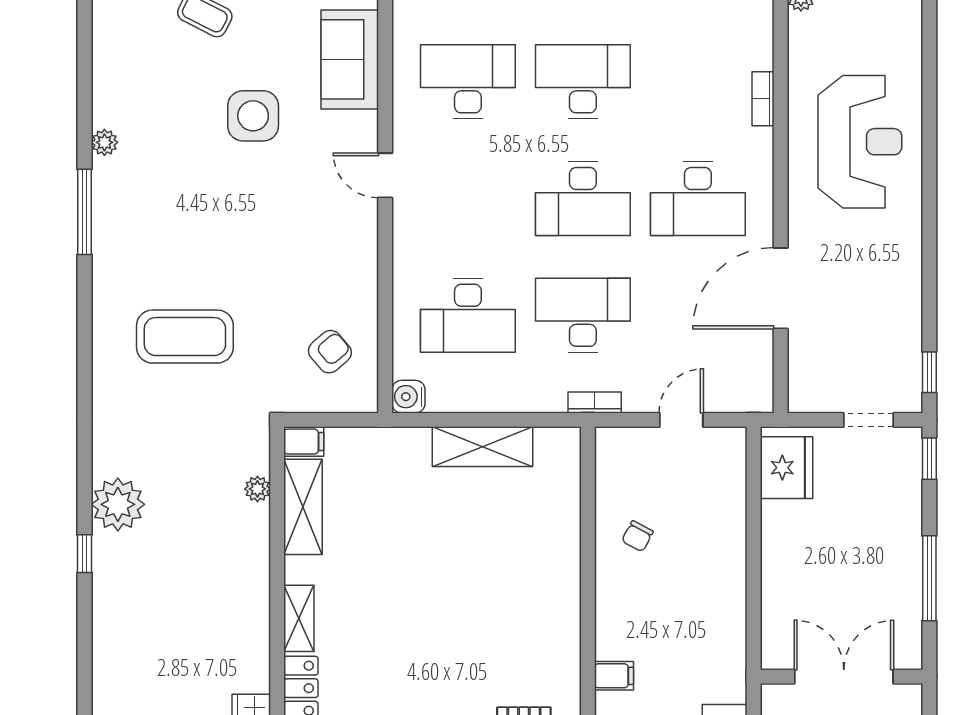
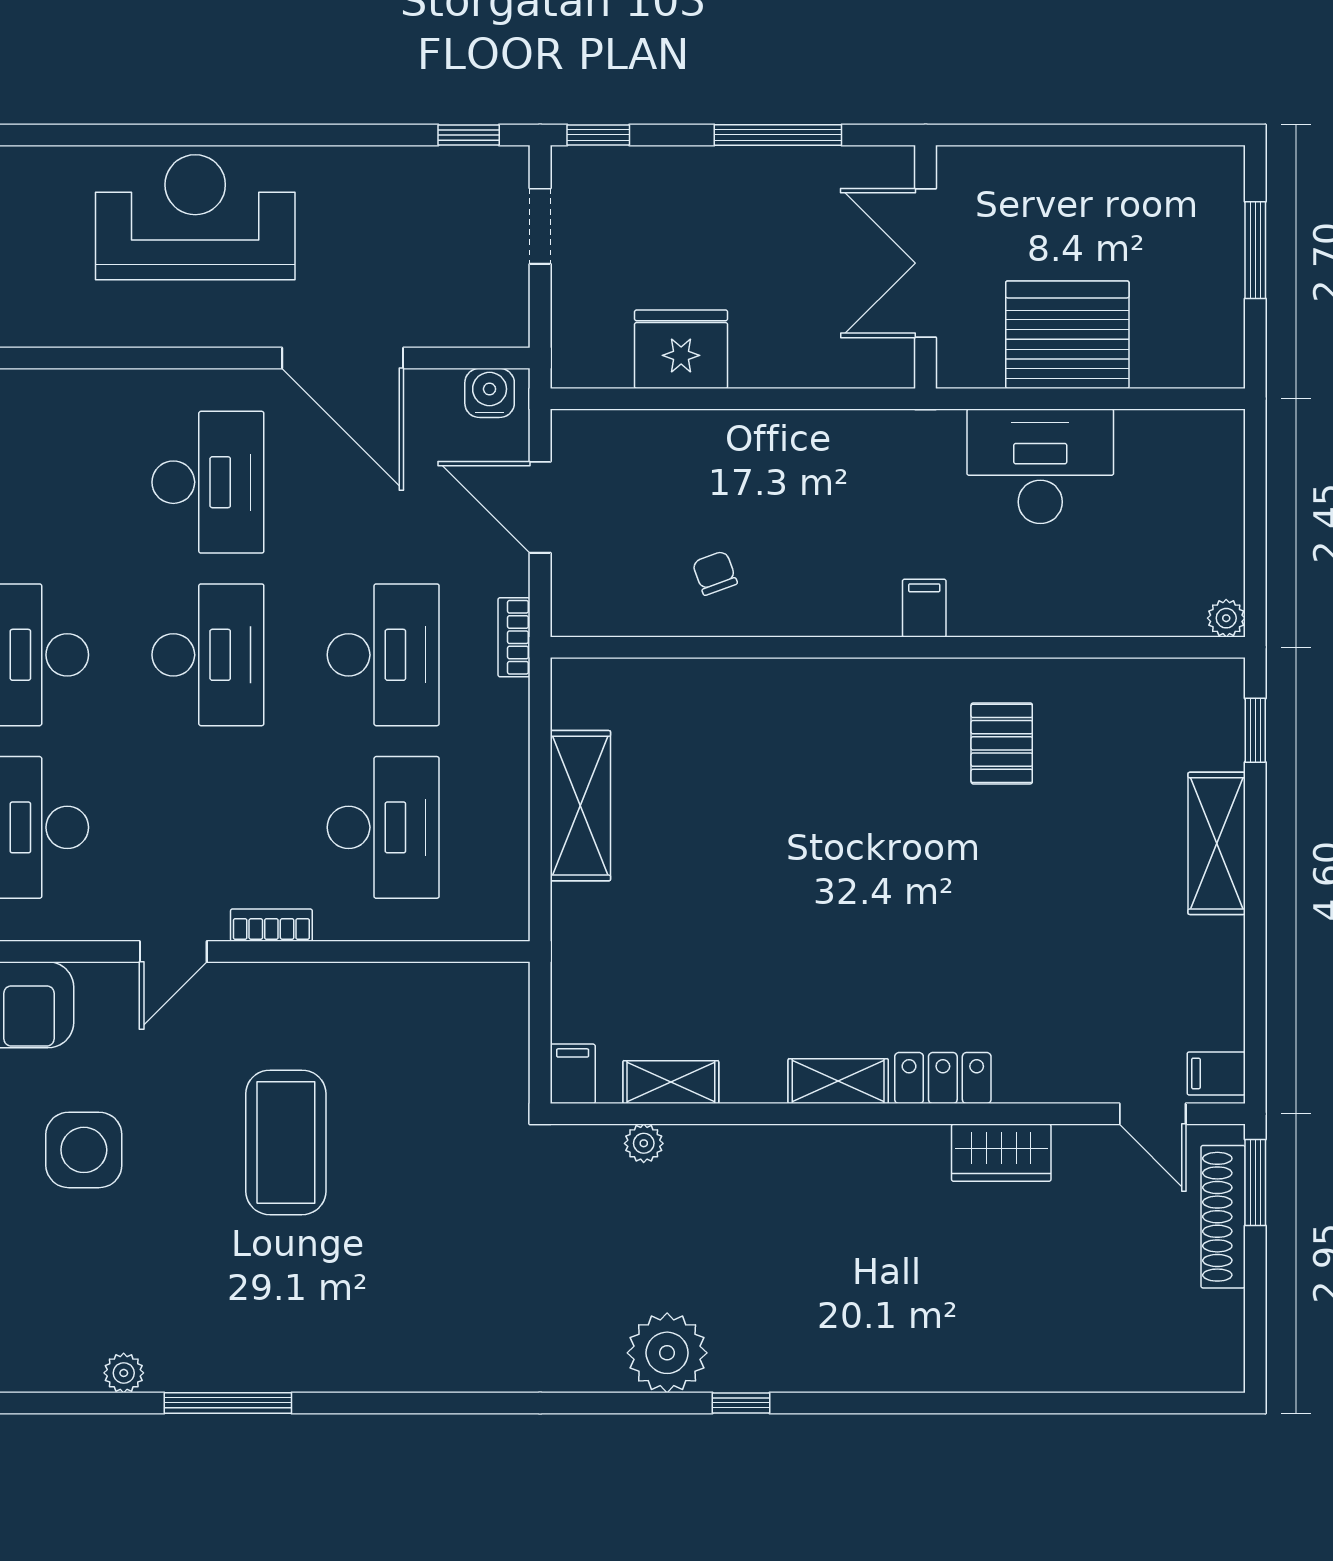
bookcase: (763, 99) -> (271, 925), moved, turned 180
reception desk: (860, 142) -> (195, 217), moved
desk: (583, 315) -> (383, 655), turned 180
coffee table: (185, 337) -> (286, 1142), moved
armchair: (330, 352) -> (438, 1035), removed
water cooler: (408, 397) -> (490, 393), moved, turned 180
door: (681, 420) -> (540, 507), width x1.38
fridge: (787, 468) -> (681, 349), moved
shelving: (303, 507) -> (671, 1082), width x0.67, depth x0.75
chair: (637, 536) -> (715, 573), turned -138

